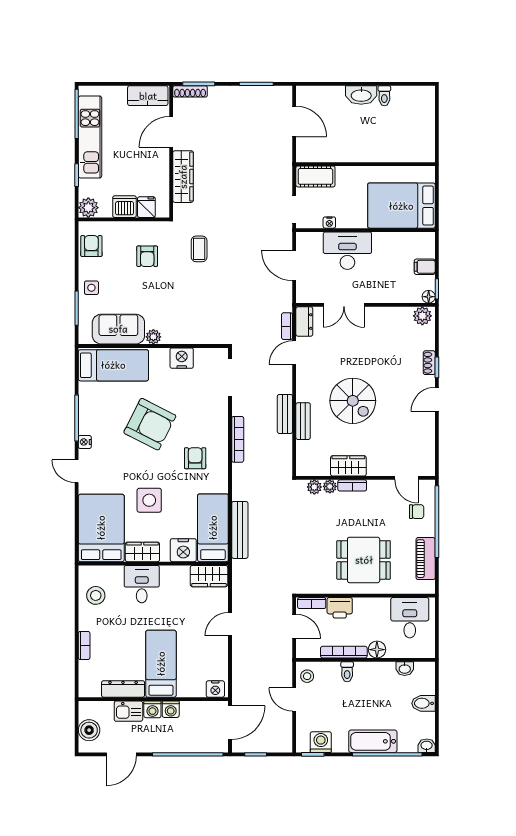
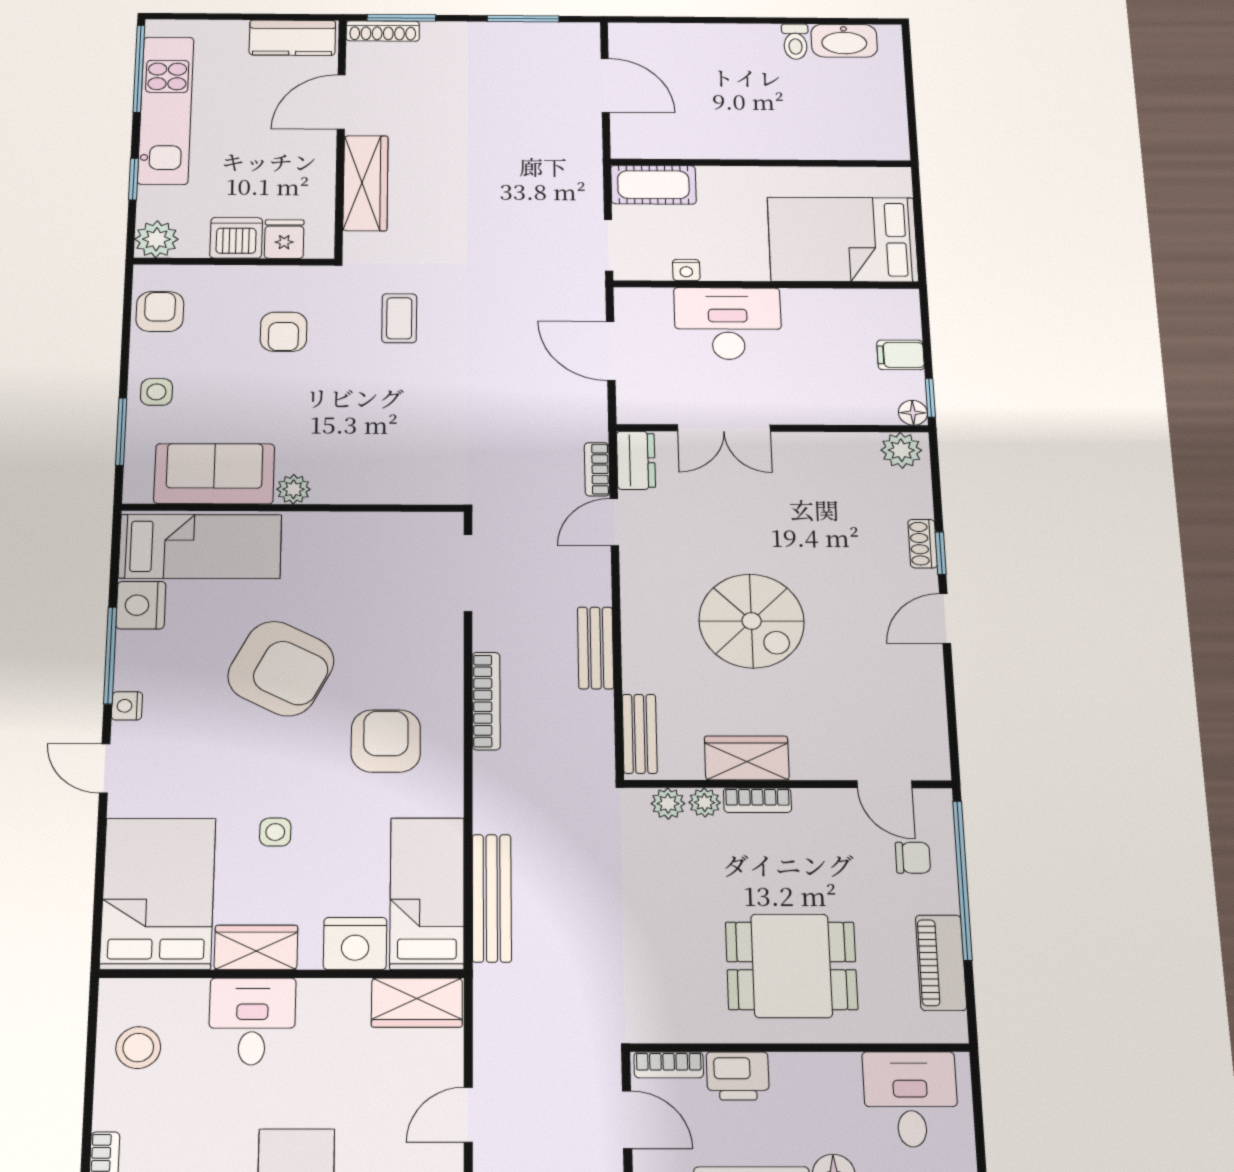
washbasin: (361, 95) -> (844, 41), moved
nightstand: (182, 358) -> (141, 605), moved, turned -90
bench: (303, 421) -> (640, 734), moved
armchair: (195, 458) -> (386, 741), width x1.38, depth x1.38
side table: (149, 500) -> (275, 832), width x0.54, depth x0.54

